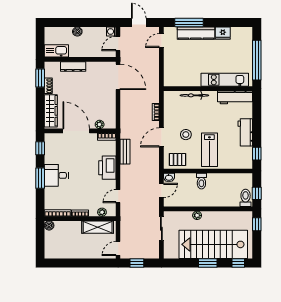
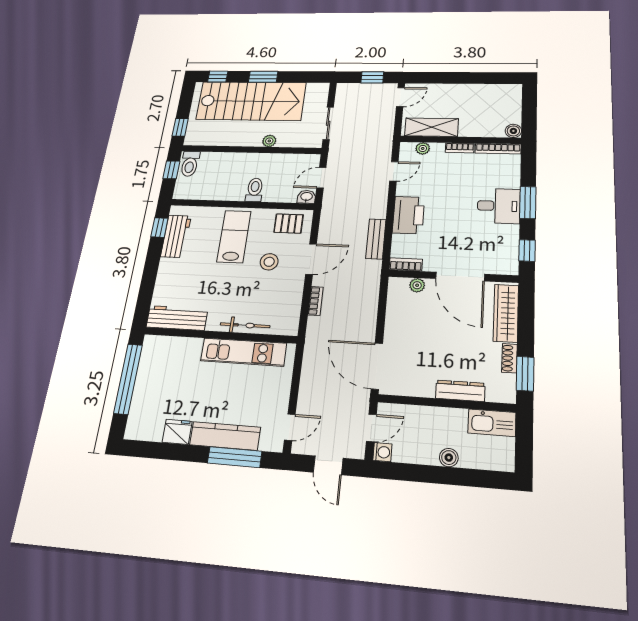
kitchen unit: (225, 80) -> (244, 352), moved
workbench: (245, 132) -> (176, 236), moved

